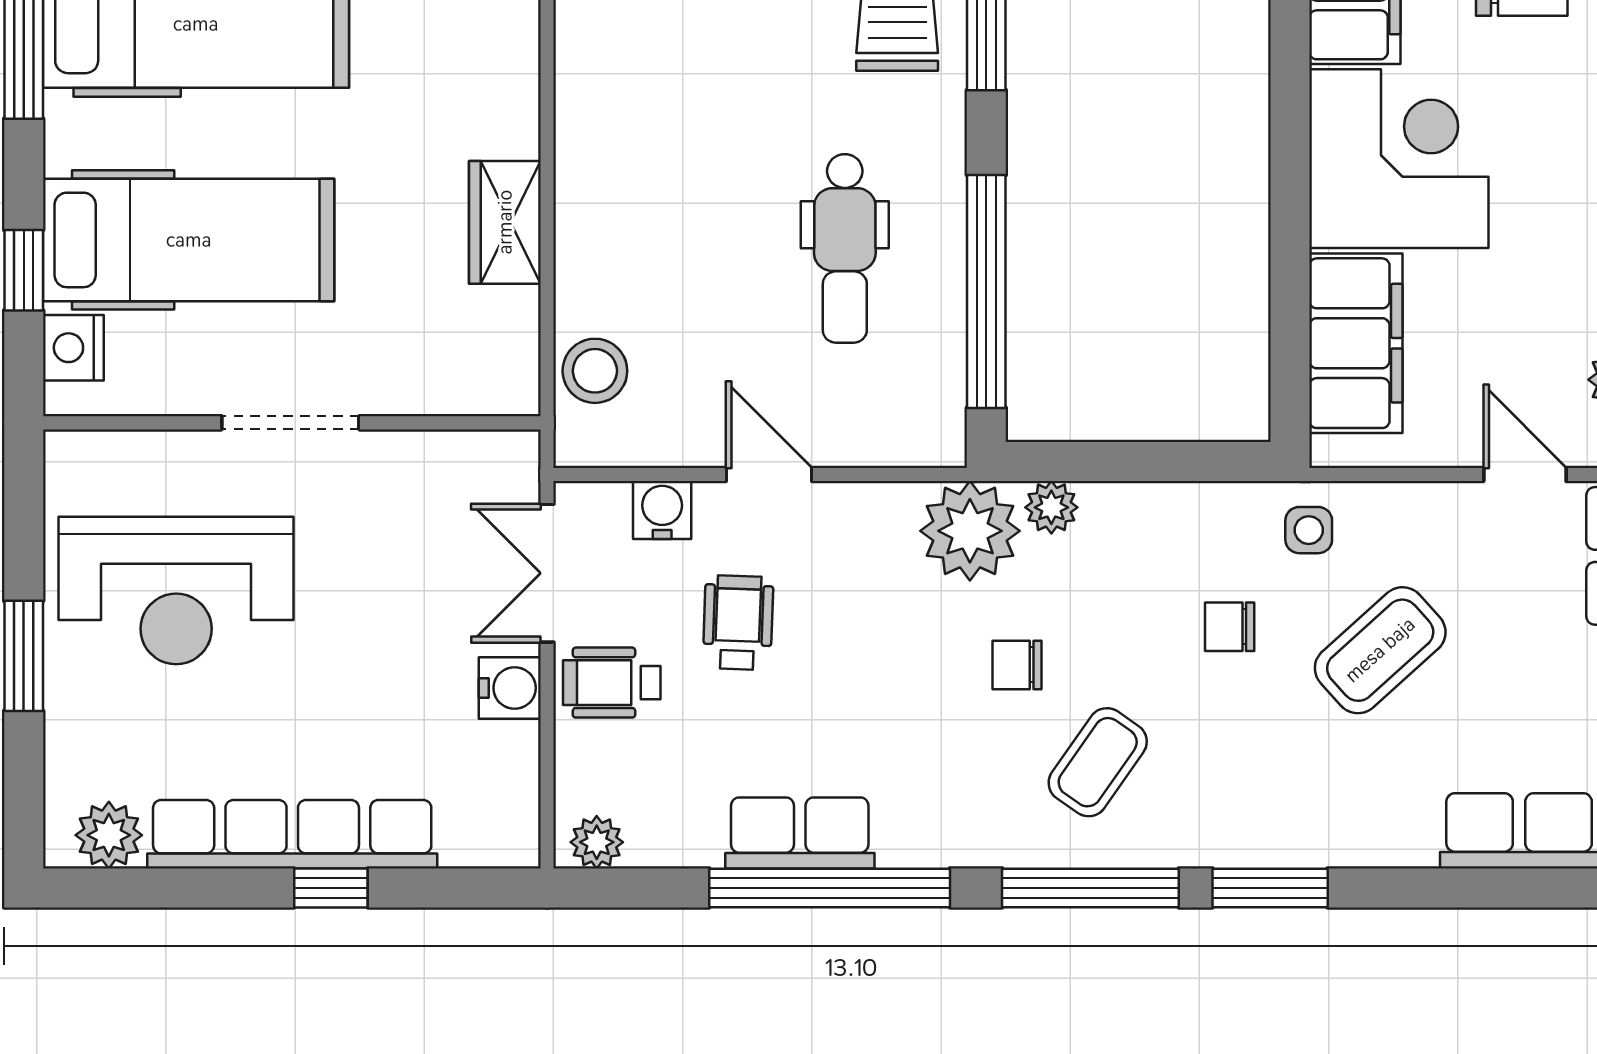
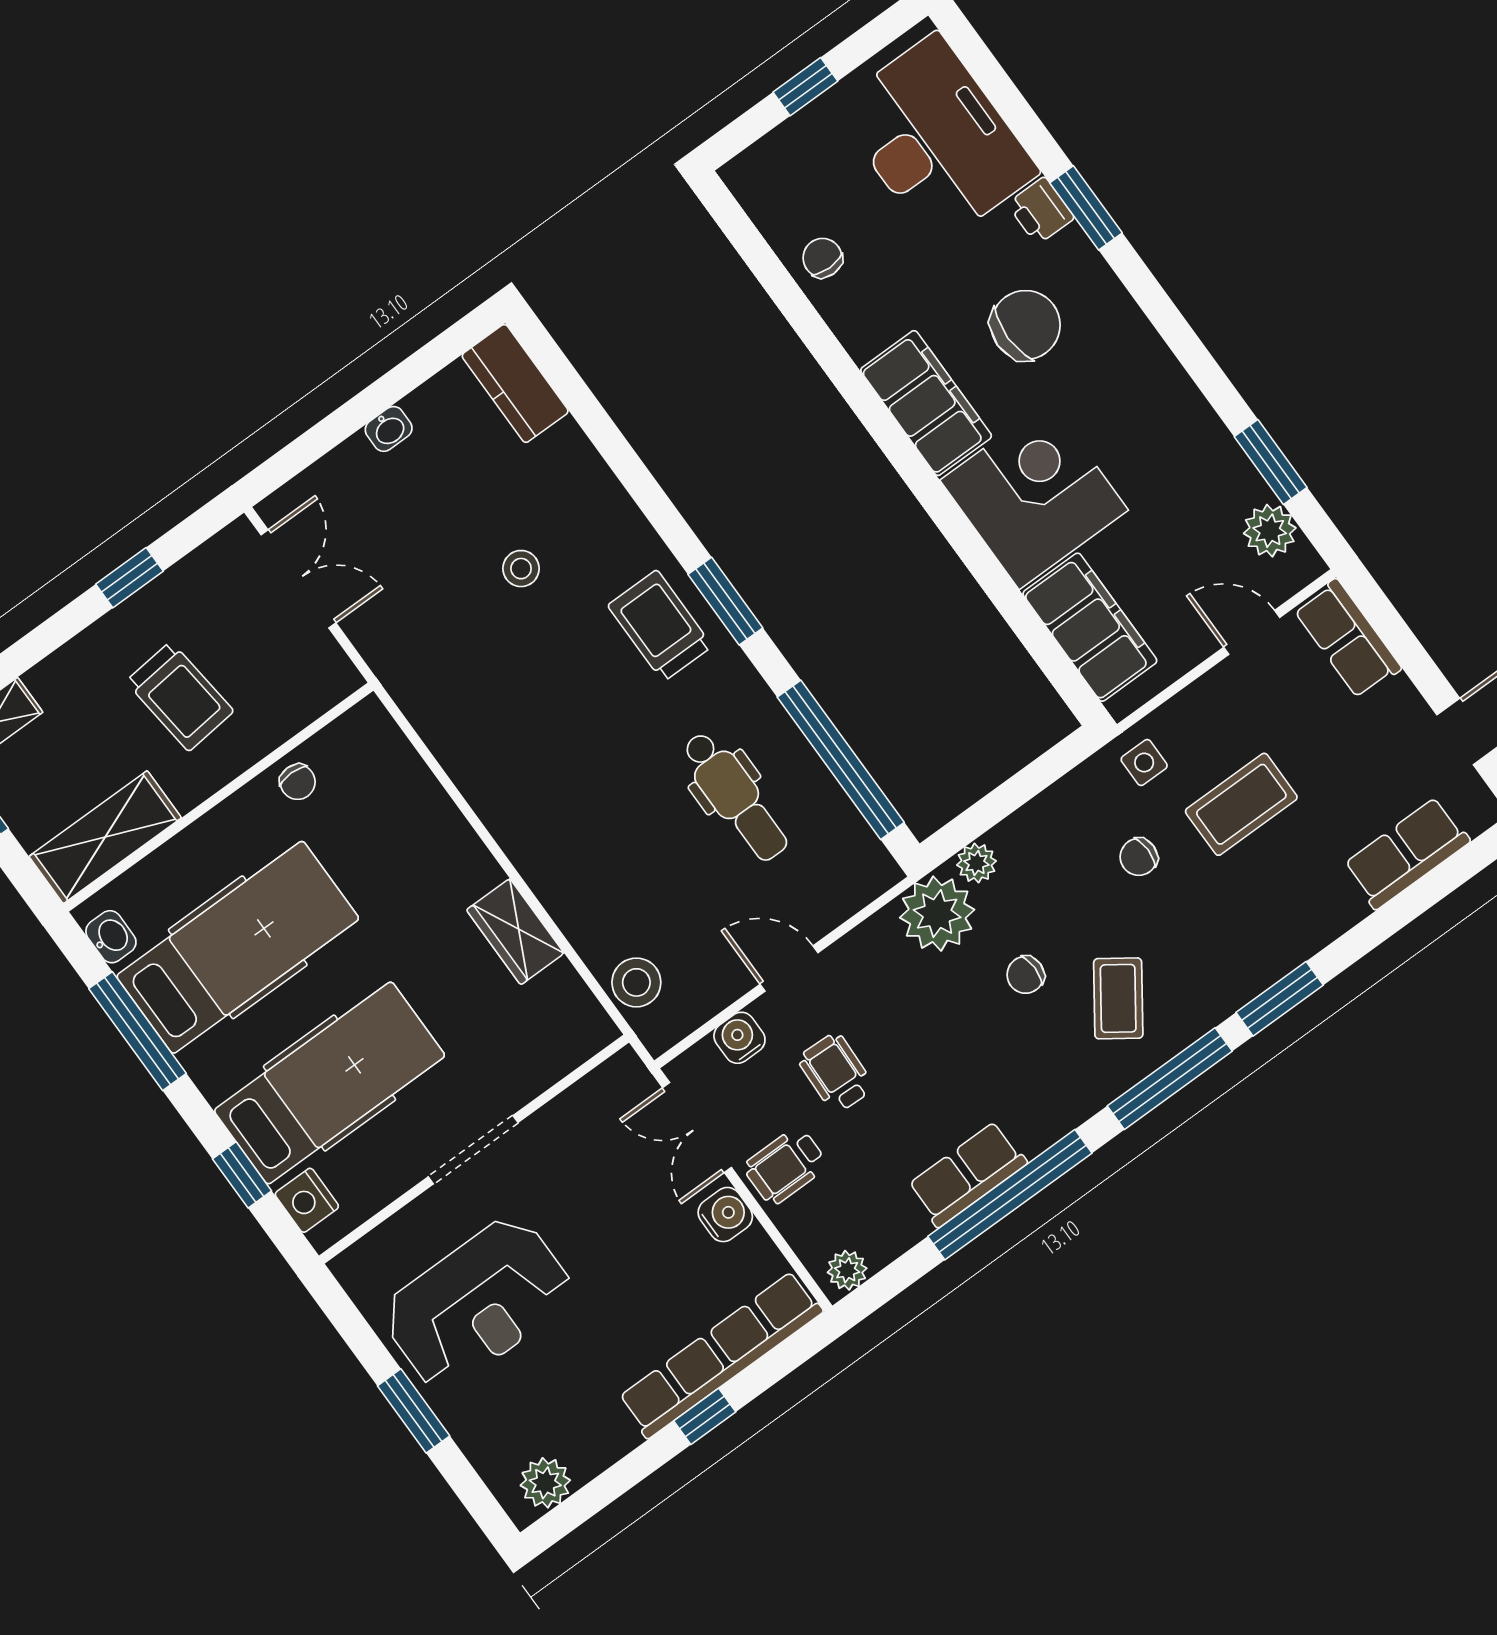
coffee table: (1380, 650) -> (1241, 804), turned 42
row of seats: (292, 834) -> (721, 1355), moved

